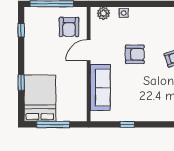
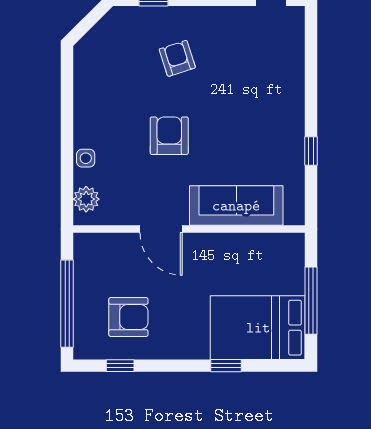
armchair: (69, 27) -> (128, 317), moved

